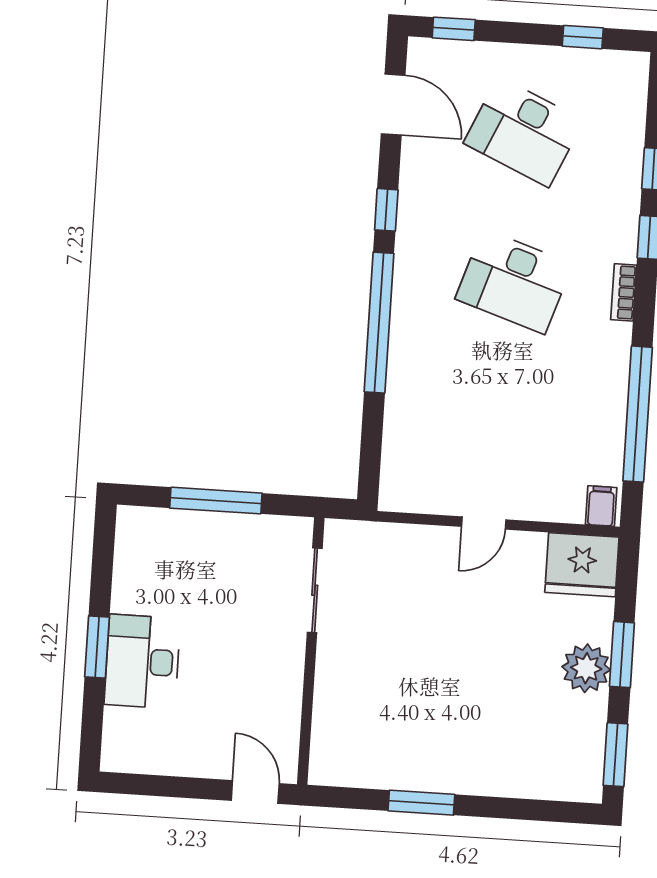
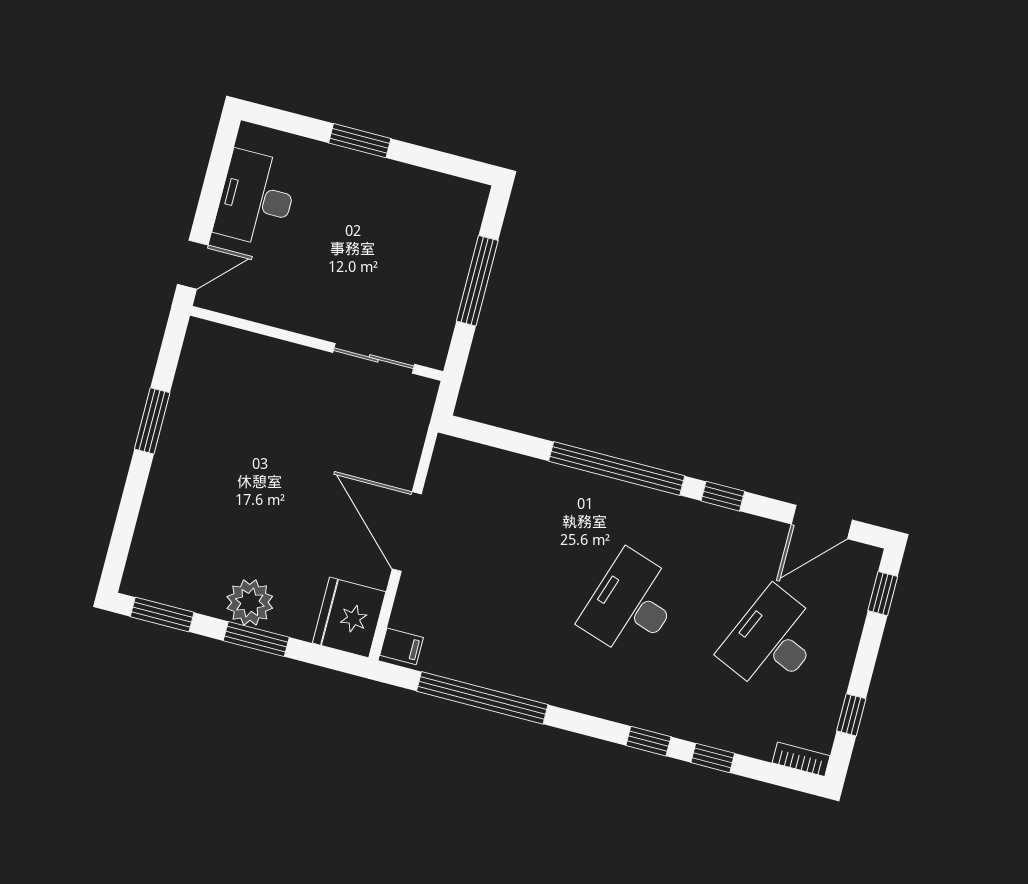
bookcase: (624, 292) -> (801, 759), moved
door: (484, 523) -> (407, 532), width x1.87
desk: (142, 662) -> (256, 198), moved, turned -90

